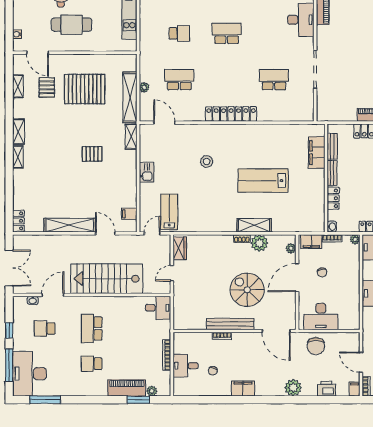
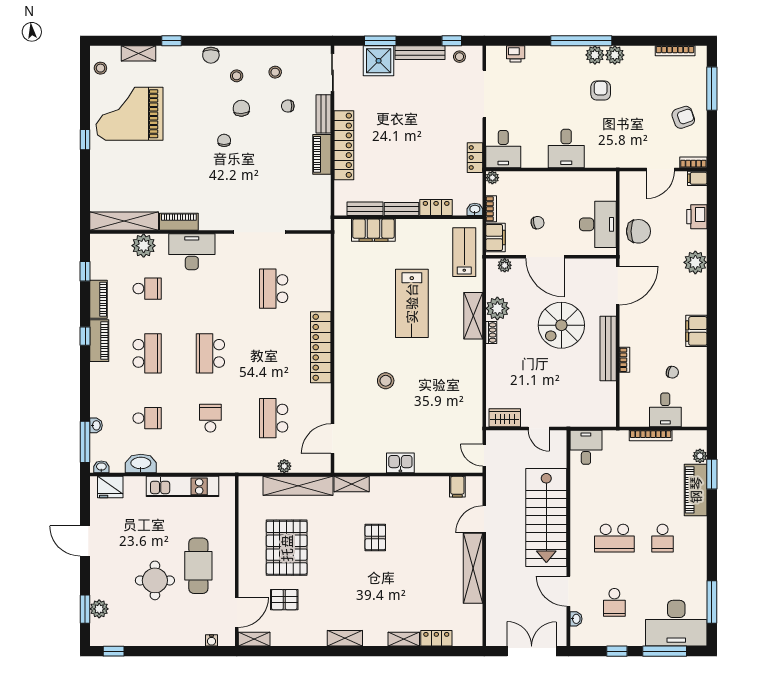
shelving: (18, 86) -> (254, 639), moved
shelving: (18, 157) -> (404, 639), moved
lab bench: (169, 212) -> (464, 252), moved, turned 90
locker: (18, 221) -> (436, 638), moved

